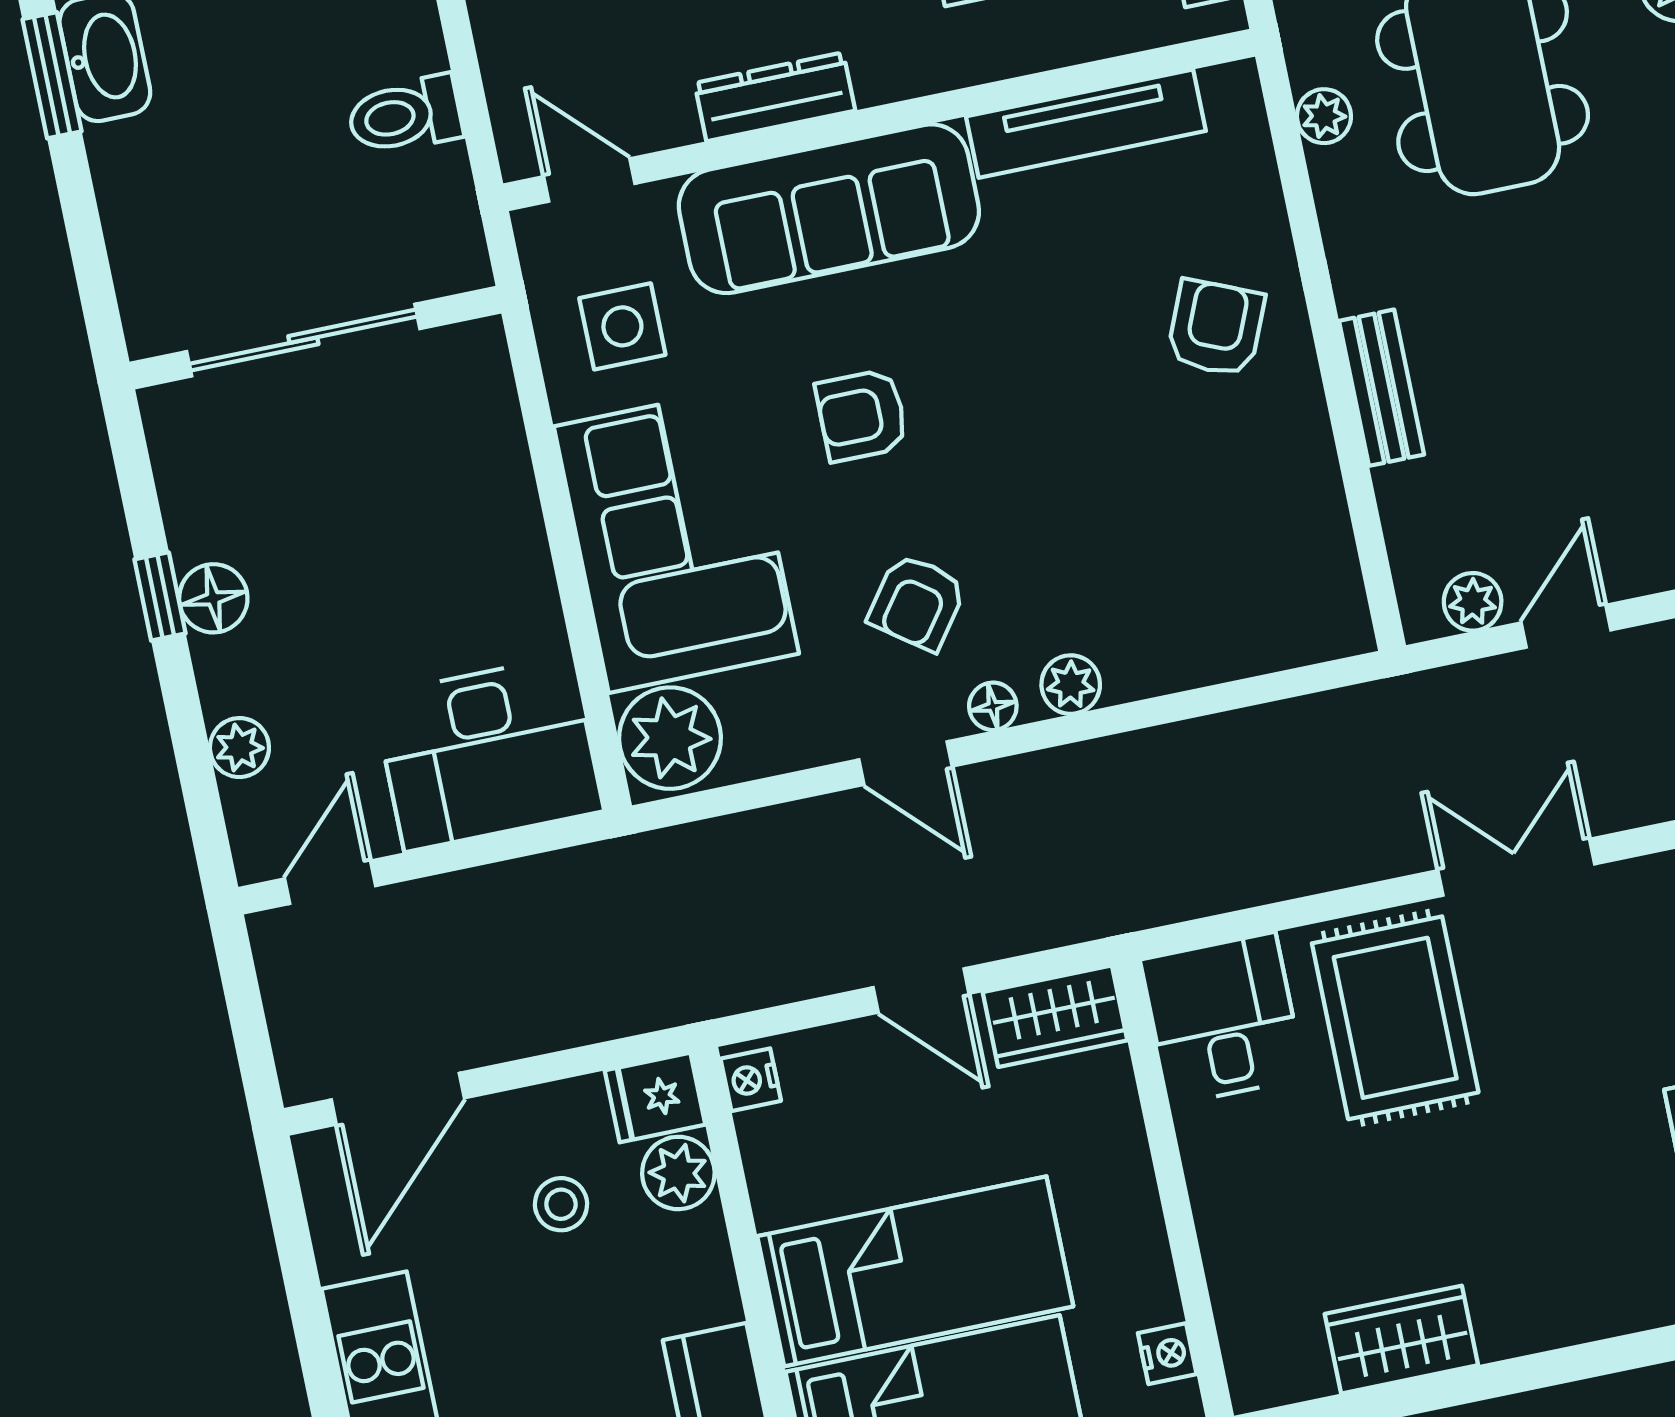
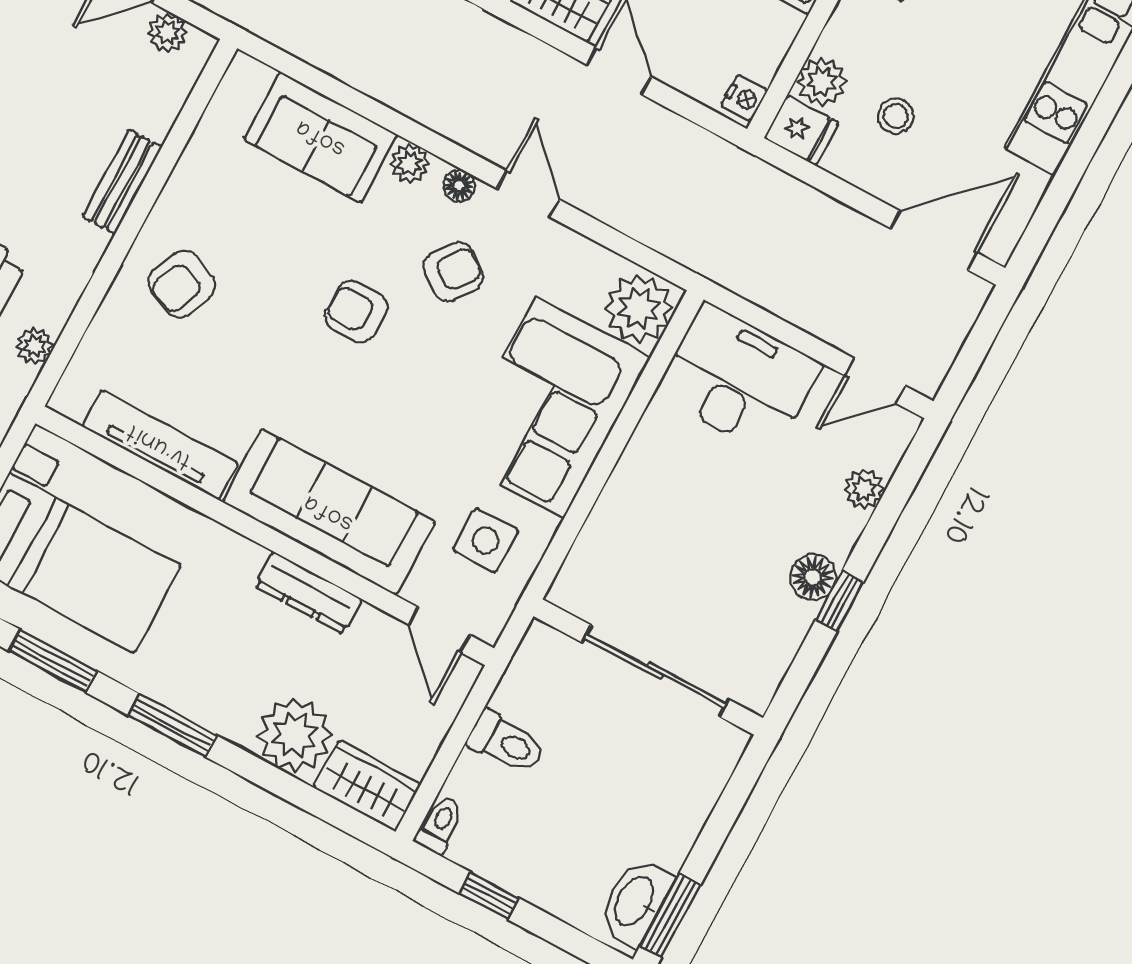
armchair: (862, 415) -> (356, 312), moved, turned 180
sofa: (1197, 629) -> (321, 137), added

